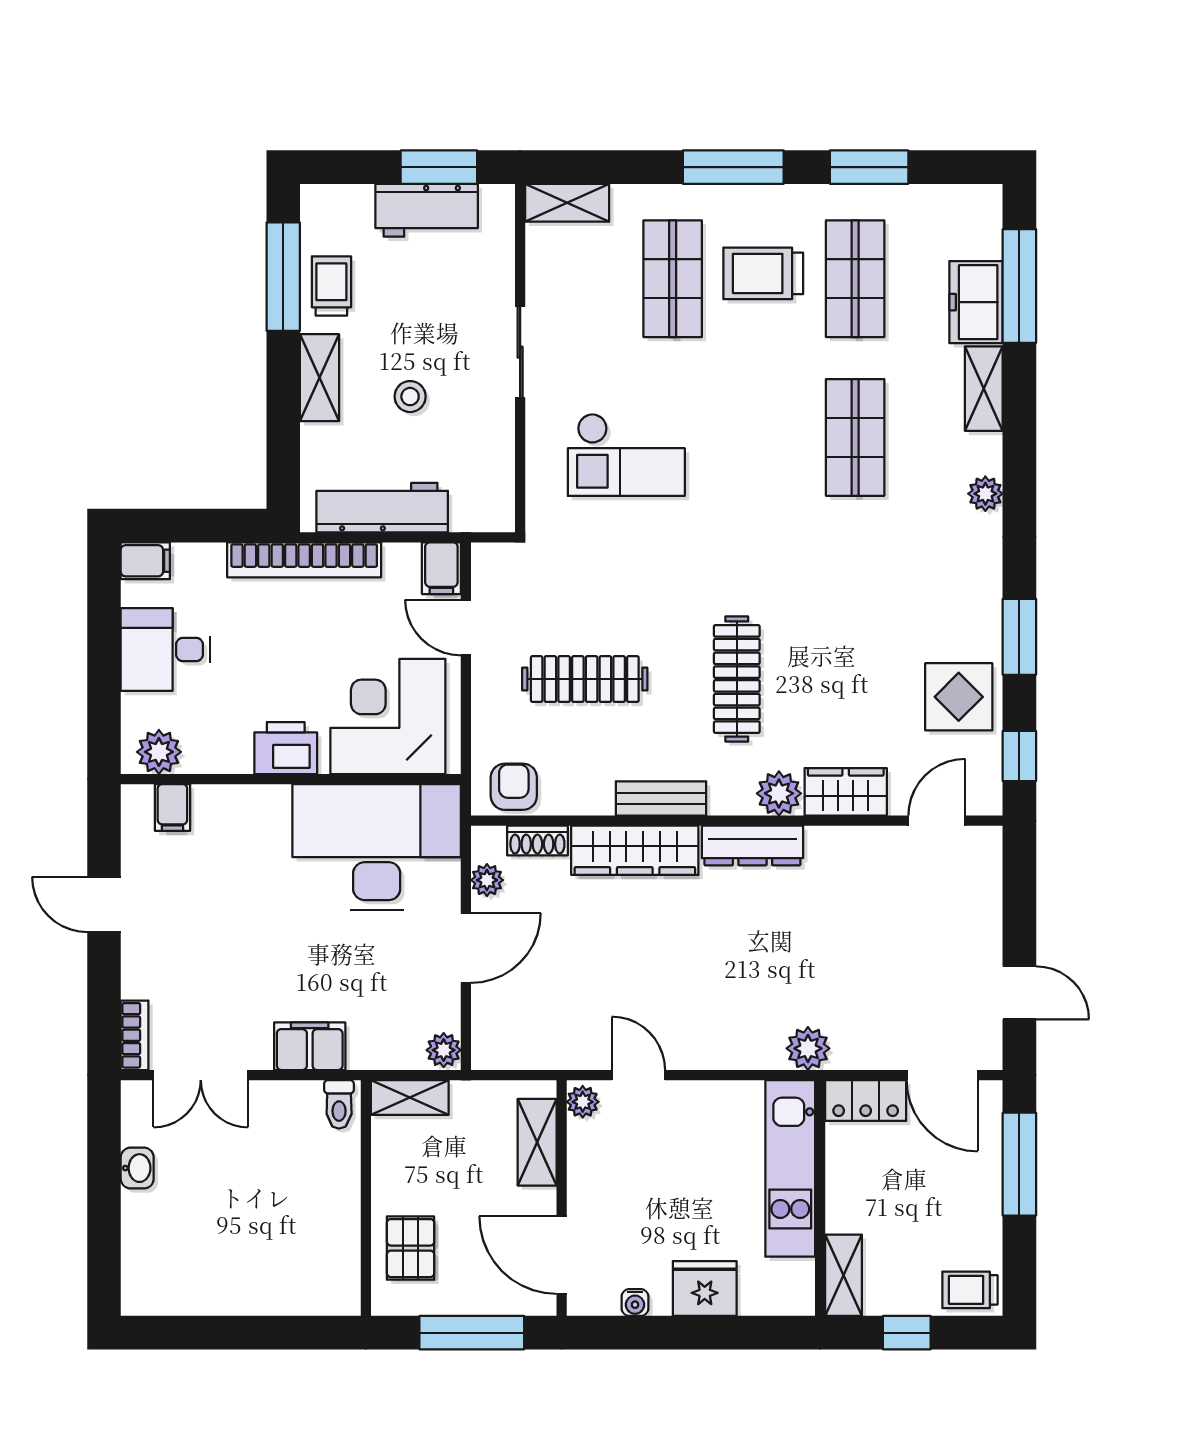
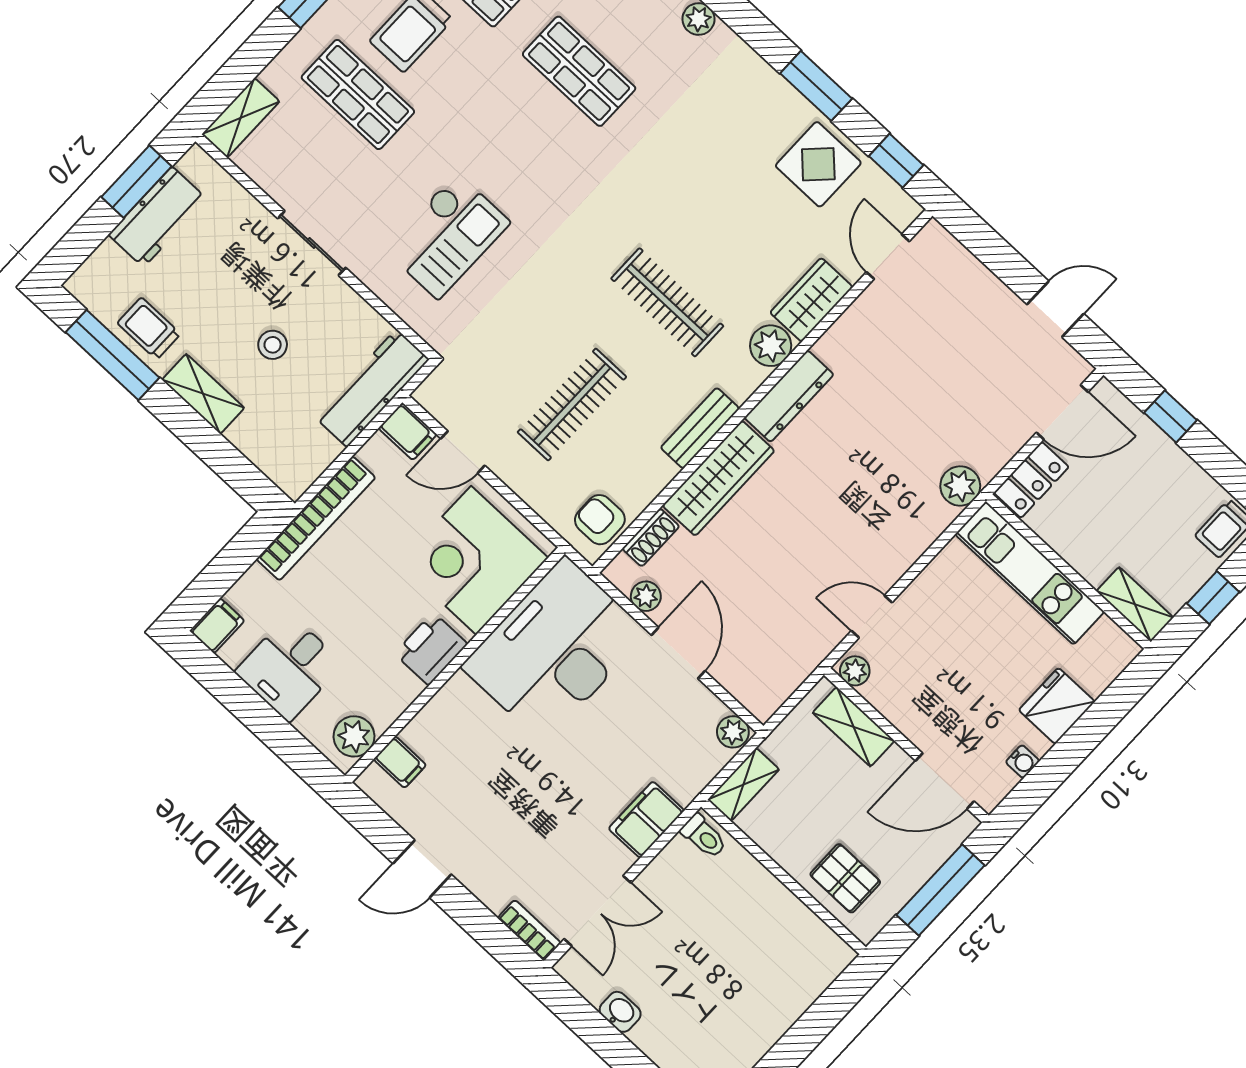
workbench: (382, 508) -> (372, 388), moved
window: (1019, 1164) -> (1170, 416), width x0.46

